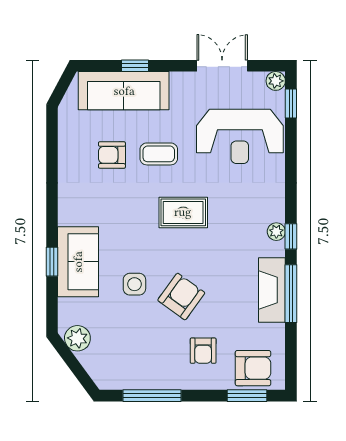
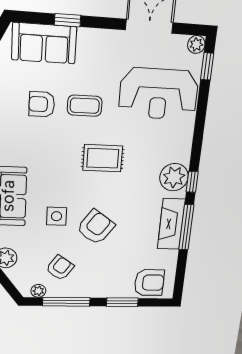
sofa: (124, 91) -> (44, 43), width x0.73
plant: (276, 232) -> (174, 177), width x1.88, depth x1.88
armchair: (203, 351) -> (60, 268), moved, turned -145
plant: (117, 381) -> (38, 291), added
window: (247, 396) -> (122, 302), moved

